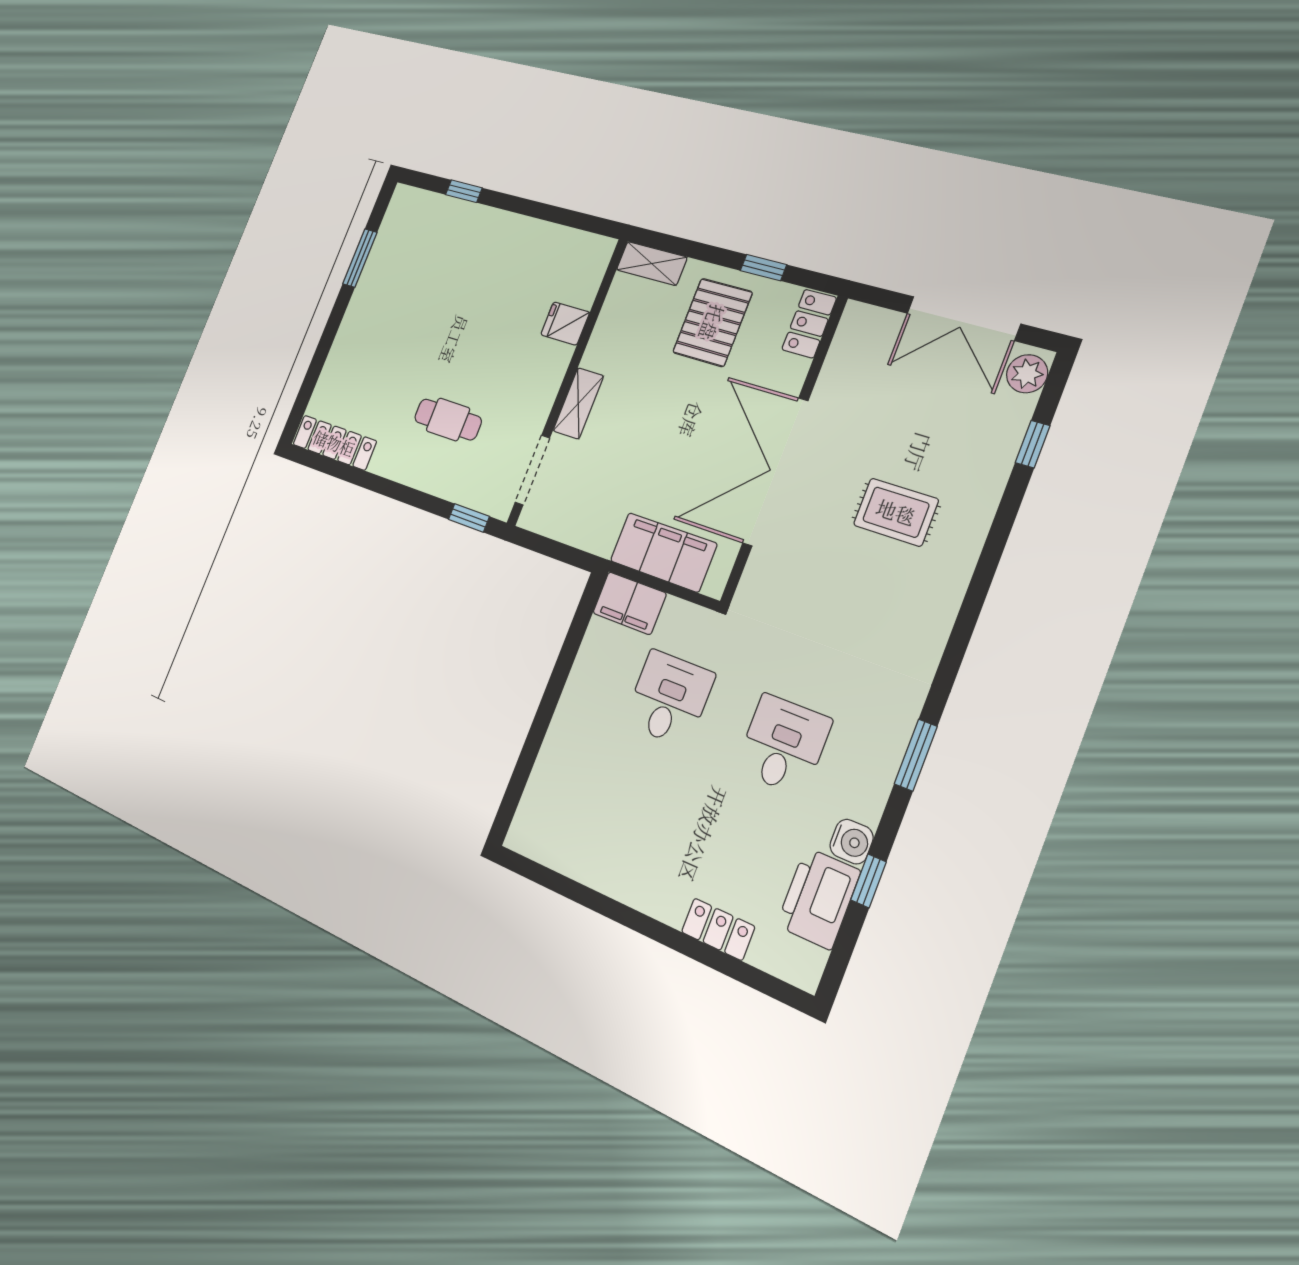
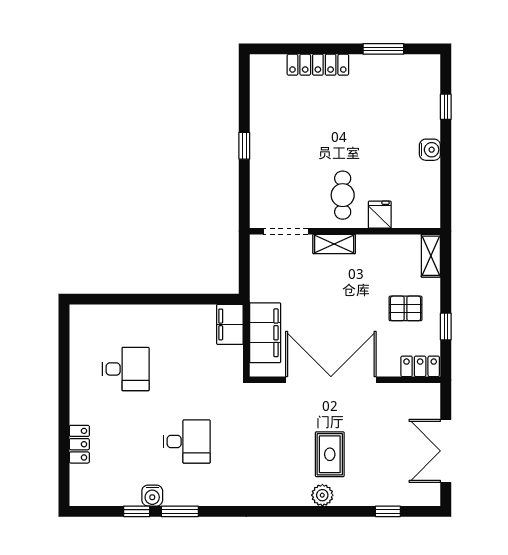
water cooler: (509, 227) -> (430, 150), added
pallet: (712, 322) -> (405, 308), width x0.67, depth x0.71
plant: (1027, 374) -> (322, 495), moved
cafe table: (448, 419) -> (343, 195), moved
locker: (334, 443) -> (318, 65), moved, turned 90
window: (469, 518) -> (244, 146), moved
desk: (669, 698) -> (126, 369), moved
window: (916, 755) -> (180, 511), moved
printer: (818, 898) -> (117, 490), removed

